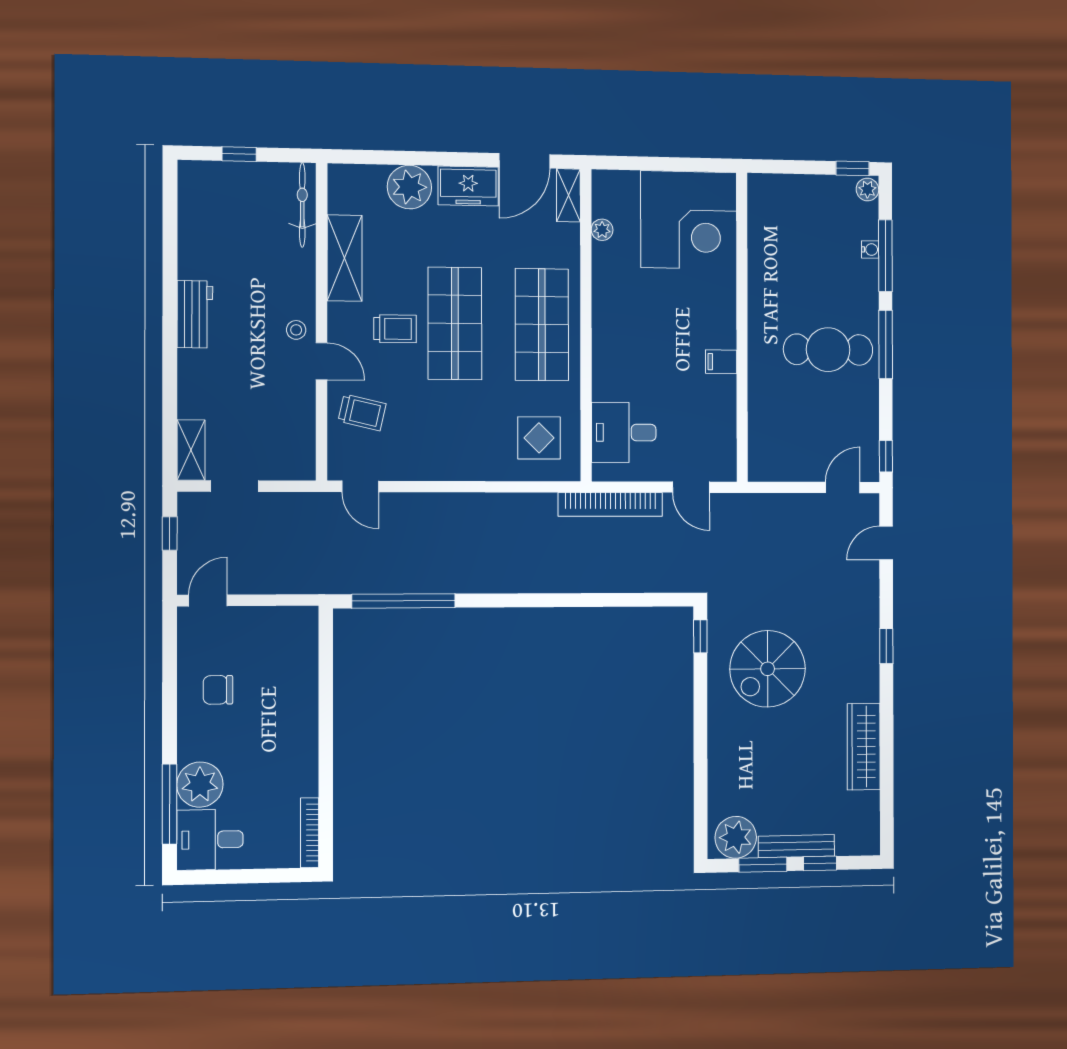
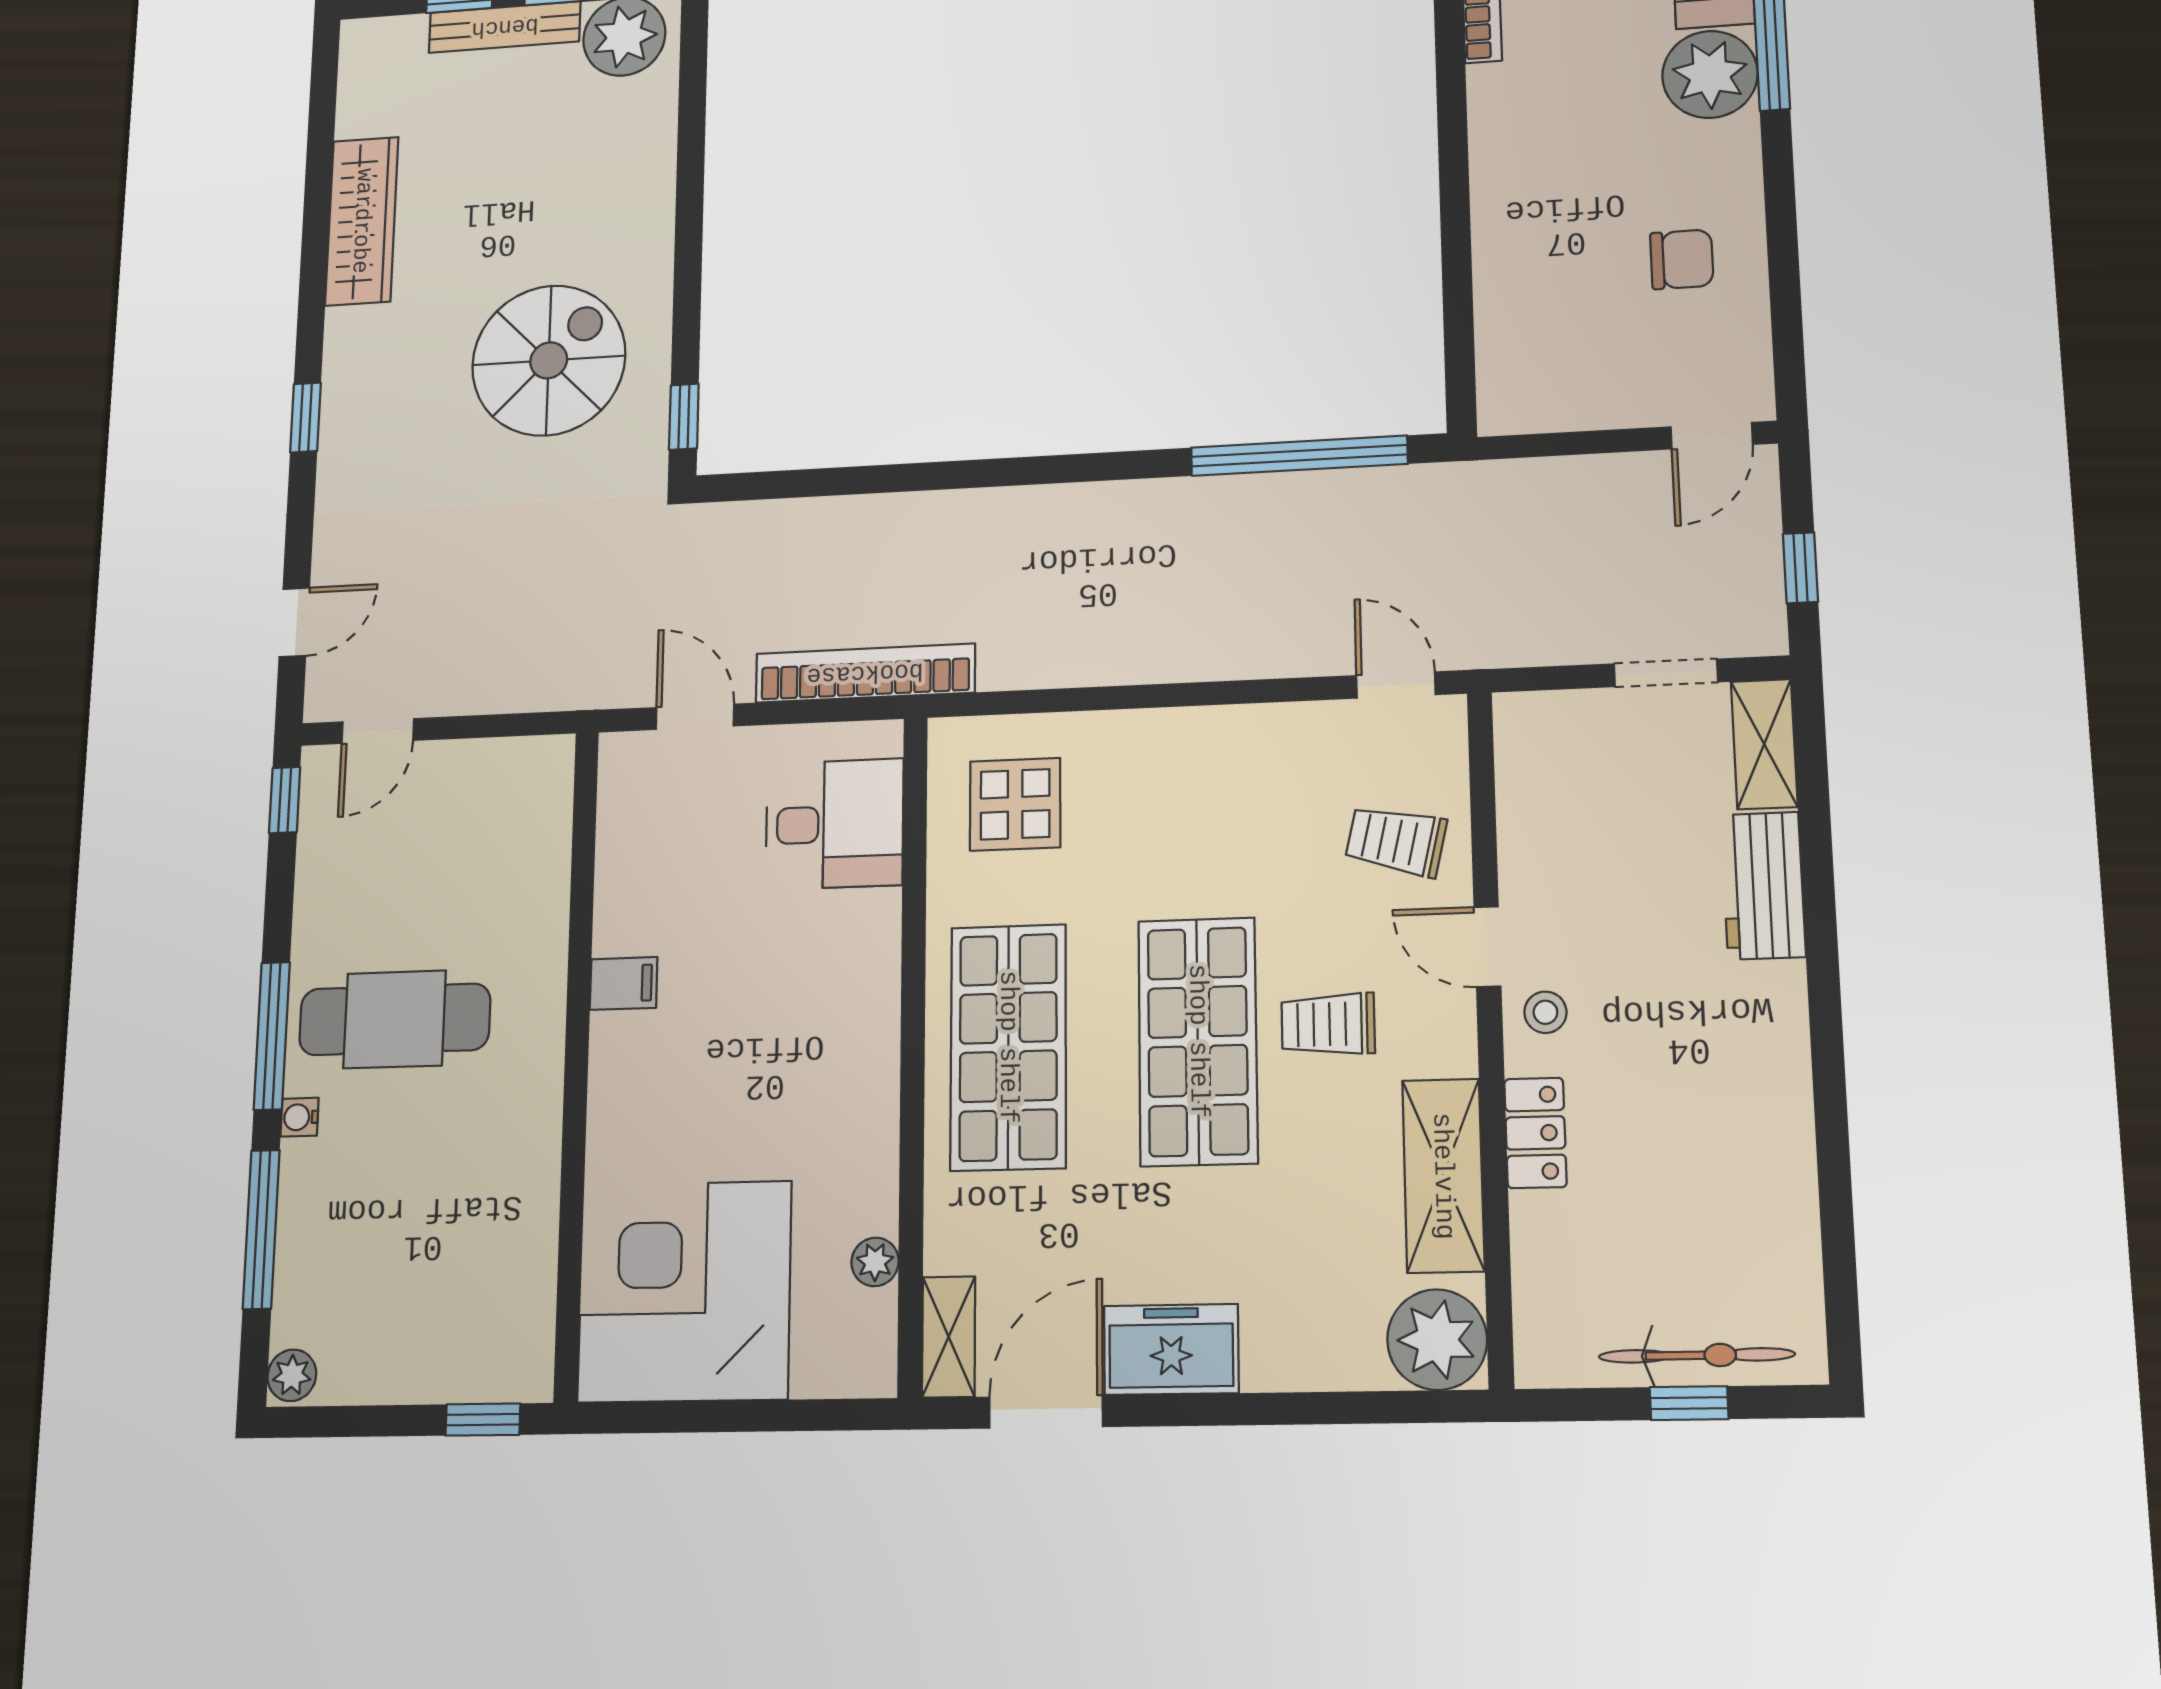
window: (853, 168) -> (483, 1420), moved
plant: (409, 187) -> (1437, 1340), moved
bicycle: (302, 205) -> (1697, 1355), moved, turned -90
water cooler: (870, 250) -> (300, 1117), moved
locker: (303, 276) -> (1535, 1133), added
workbench: (195, 314) -> (1763, 886), moved

